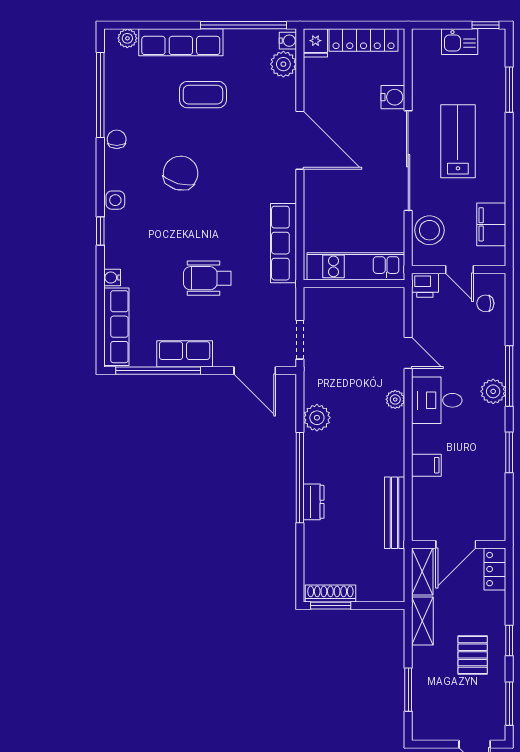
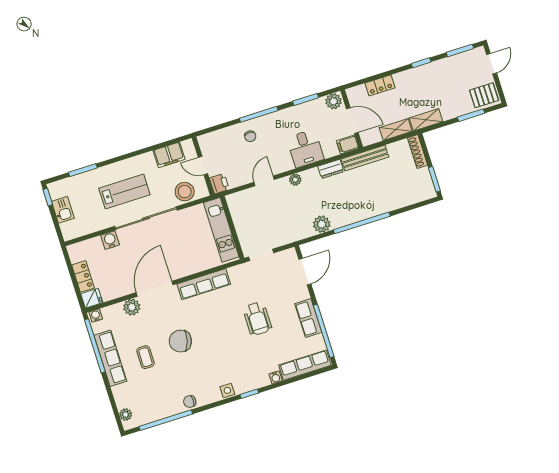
locker: (364, 40) -> (83, 276), width x0.66
row of seats: (181, 42) -> (110, 358), moved
plant: (283, 64) -> (132, 307), moved
coffee table: (203, 95) -> (145, 357), width x0.73, depth x0.77
lab bench: (458, 141) -> (124, 191), turned 180
chair: (181, 173) -> (180, 341), moved
row of seats: (284, 243) -> (204, 284), moved
door: (459, 270) -> (203, 166), swing flipped
chair: (485, 303) -> (250, 136), moved
doorway: (300, 340) -> (261, 255), moved
plant: (493, 391) -> (334, 101), moved
desk: (437, 400) -> (305, 148), moved
filing cabinet: (426, 465) -> (348, 145), moved, turned -90
dresser: (314, 502) -> (331, 169), moved, turned 180
door: (456, 544) -> (352, 121), moved
wall: (459, 544) -> (352, 119), moved
shoe rack: (330, 593) -> (418, 152), moved
pallet: (473, 655) -> (484, 95), moved

